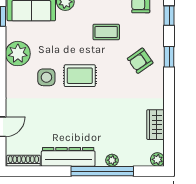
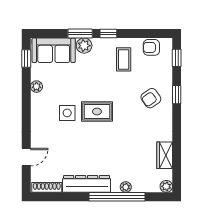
coffee table: (106, 32) -> (124, 59), moved, turned 90
plant: (18, 54) -> (36, 87), width x0.53, depth x0.53

